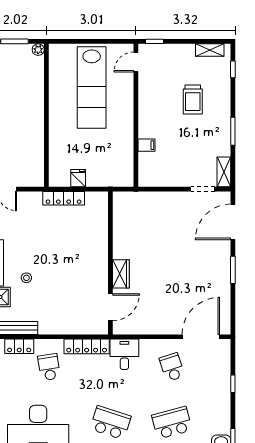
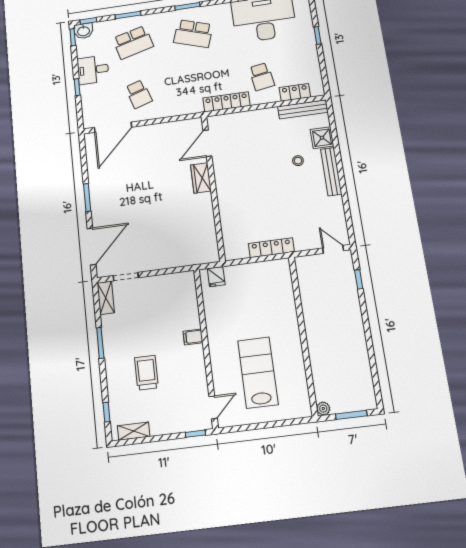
lab bench: (92, 87) -> (258, 372), width x0.73
filing cabinet: (147, 145) -> (193, 337), moved
fridge: (78, 178) -> (216, 277), moved
desk: (124, 354) -> (93, 70), moved, turned 90

